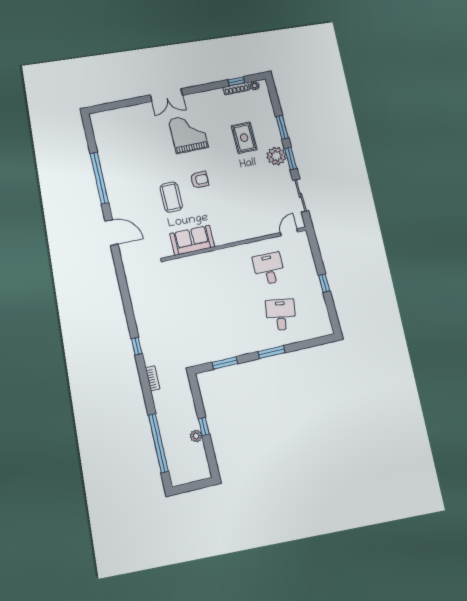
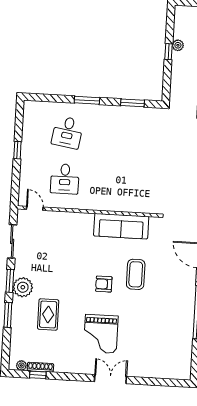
door: (289, 232) -> (35, 208), swing flipped
sofa: (192, 240) -> (121, 226), width x1.36

